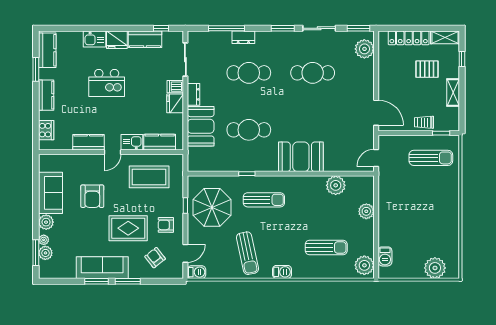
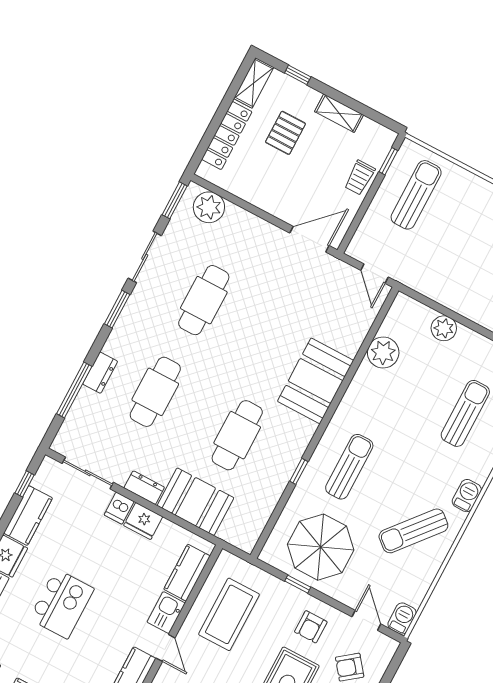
sun lounger: (247, 253) -> (413, 531), turned 142

